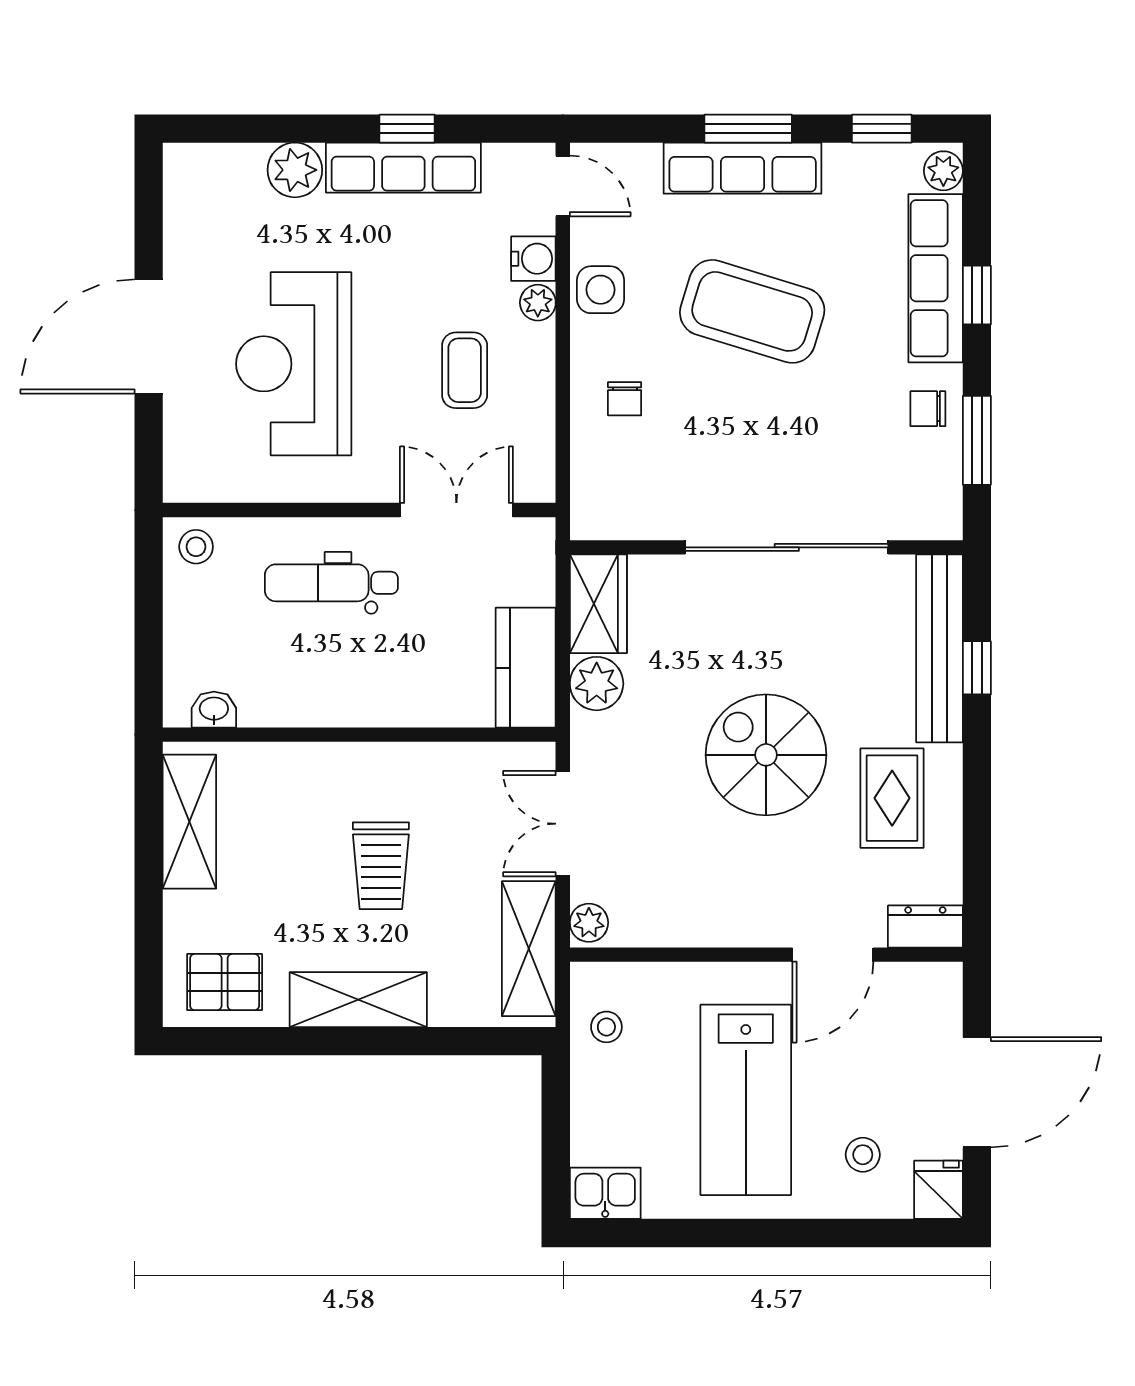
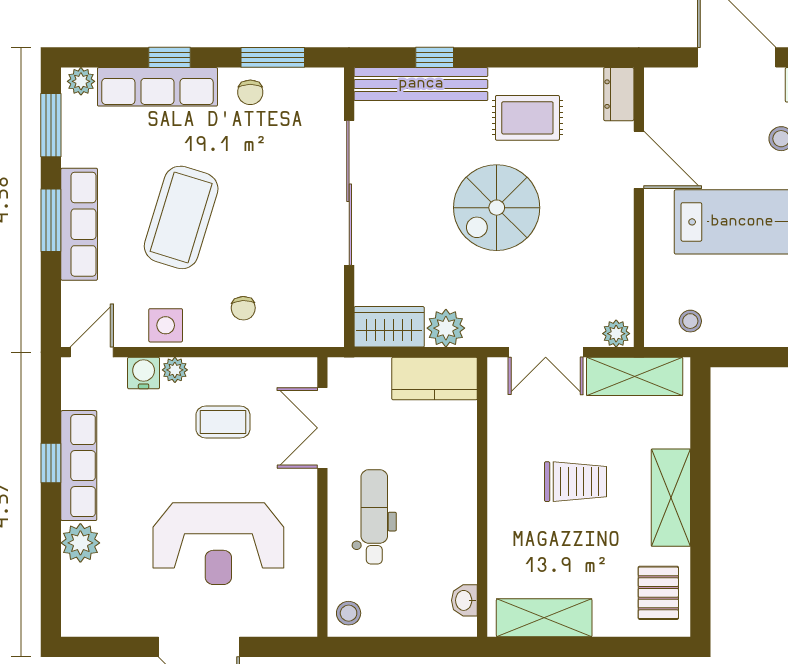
window: (882, 129) -> (51, 125), width x1.50
chair: (625, 399) -> (243, 308), turned 88
dental chair: (331, 583) -> (374, 517), turned 180

